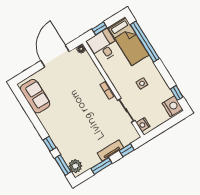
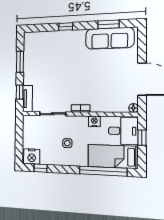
sofa: (35, 96) -> (110, 38), width x1.36
nightstand: (143, 125) -> (94, 121), moved
tv unit: (110, 150) -> (28, 99), moved
window: (63, 165) -> (108, 24), moved
plant: (75, 166) -> (33, 39), removed

